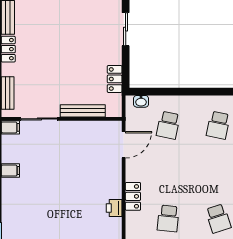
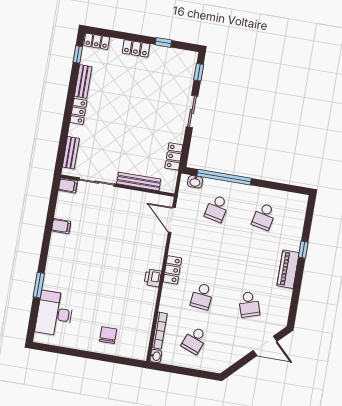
window: (170, 92) -> (224, 177), added
door: (124, 145) -> (172, 220), swing flipped

